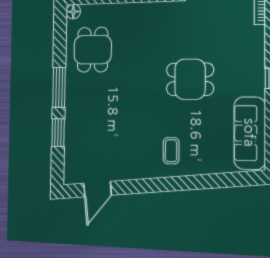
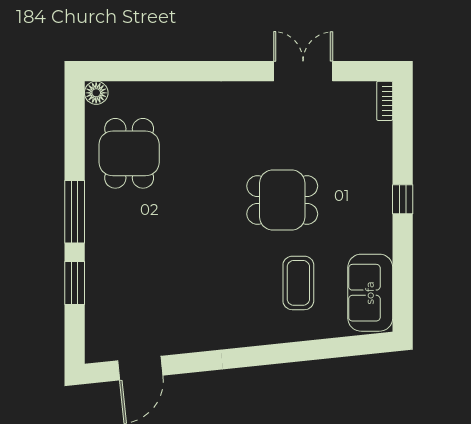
sofa: (250, 133) -> (370, 293), width x0.73
coffee table: (171, 151) -> (298, 283), moved, width x1.36, depth x1.30

